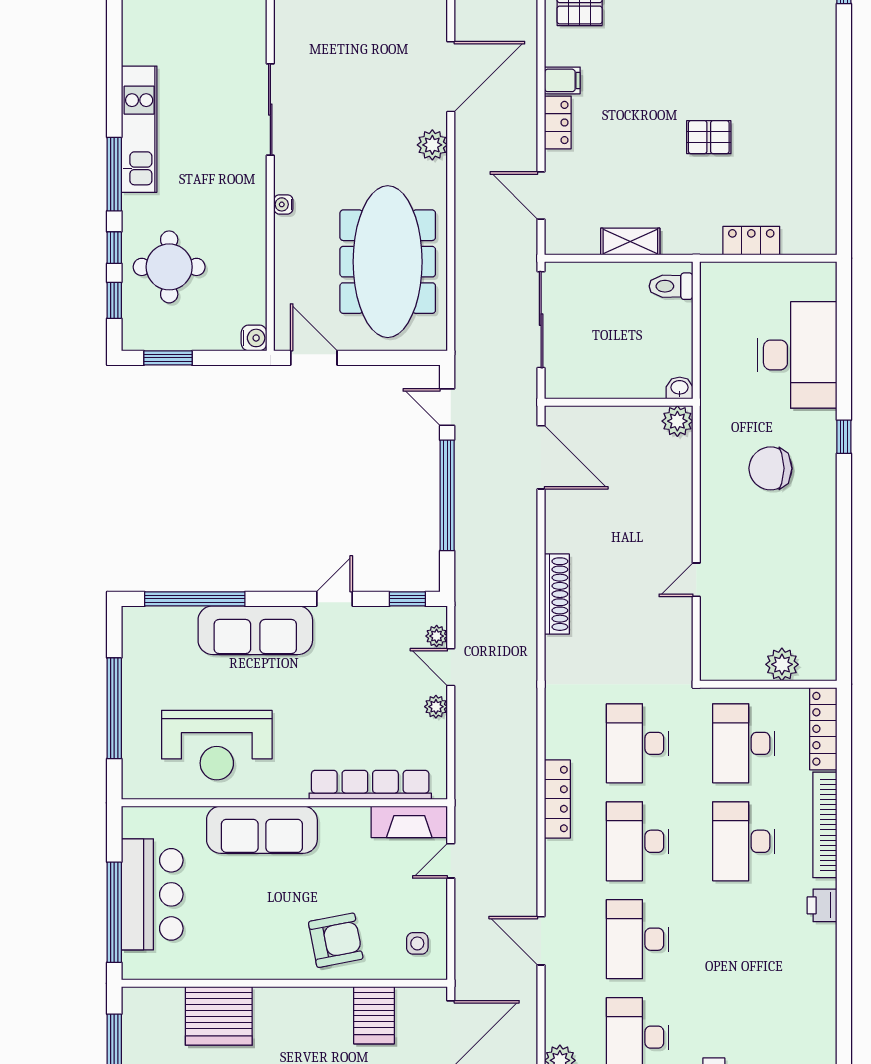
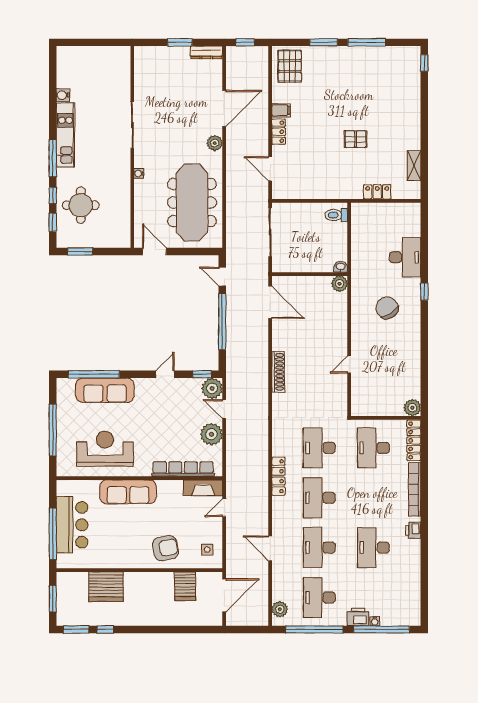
shelving: (630, 242) -> (414, 166), moved, turned 90
water cooler: (254, 338) -> (63, 95), moved, turned 180
desk: (797, 355) -> (405, 257), width x0.73, depth x0.77
chair: (770, 468) -> (387, 308), turned 57
sofa: (255, 630) -> (105, 390), moved
plant: (437, 636) -> (212, 388), width x1.88, depth x1.88
plant: (782, 664) -> (412, 408), moved
plant: (436, 707) -> (211, 434), width x1.87, depth x1.87
reception desk: (217, 745) -> (105, 449), turned 180
desk: (744, 841) -> (373, 548), moved

